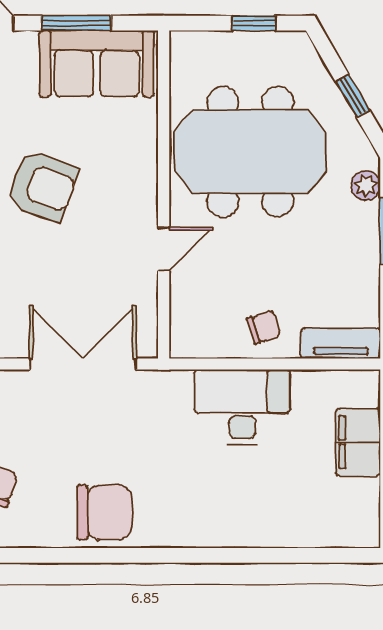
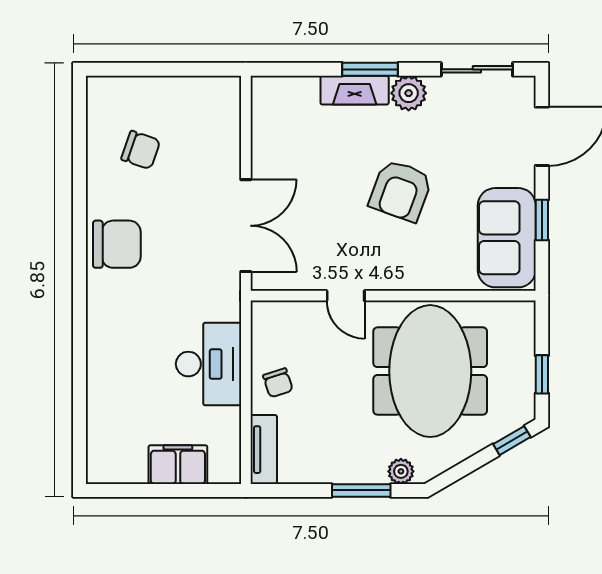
window: (76, 23) -> (542, 220), width x0.67
window: (352, 96) -> (512, 441), moved
chair: (104, 512) -> (117, 244), turned -90

